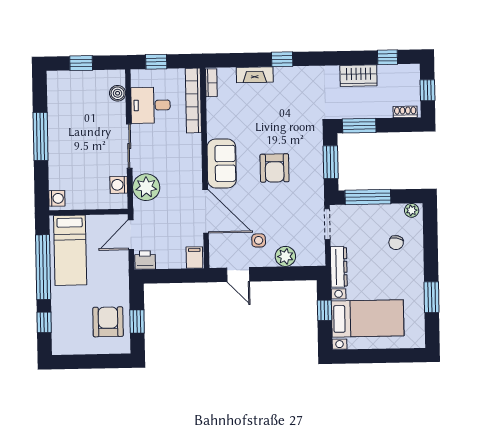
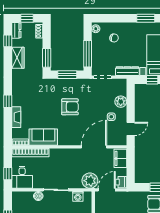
dresser: (406, 72) -> (16, 30), added
boiler: (118, 93) -> (38, 196), moved
desk: (151, 105) -> (22, 177), moved
sofa: (222, 163) -> (43, 137), moved
plant: (146, 187) -> (90, 181), moved
door: (131, 235) -> (107, 190), swing flipped
filing cabinet: (194, 257) -> (120, 158), width x2.00

